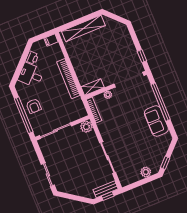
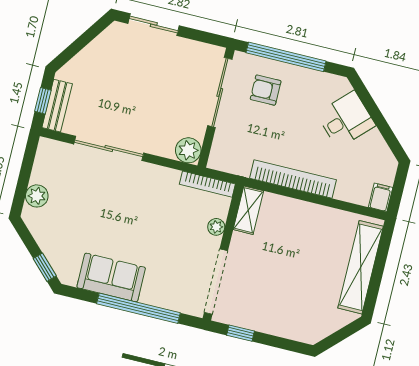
printer: (32, 58) -> (374, 143), removed
armchair: (34, 106) -> (266, 90), moved
window: (165, 163) -> (45, 267), moved

